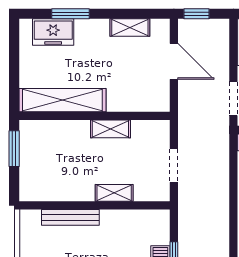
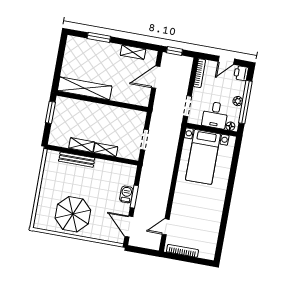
freezer: (53, 32) -> (86, 46), removed
door: (174, 61) -> (156, 77), swing flipped
shelving: (110, 129) -> (82, 145), moved

